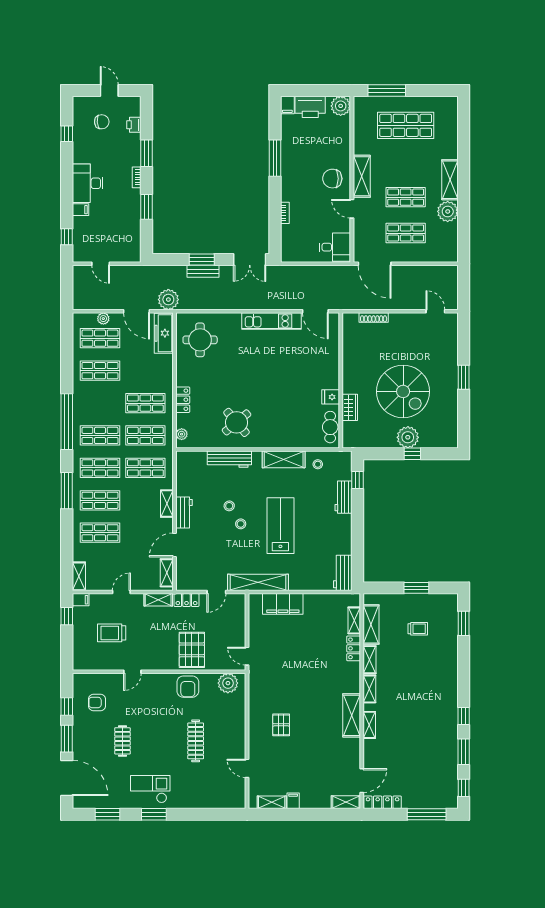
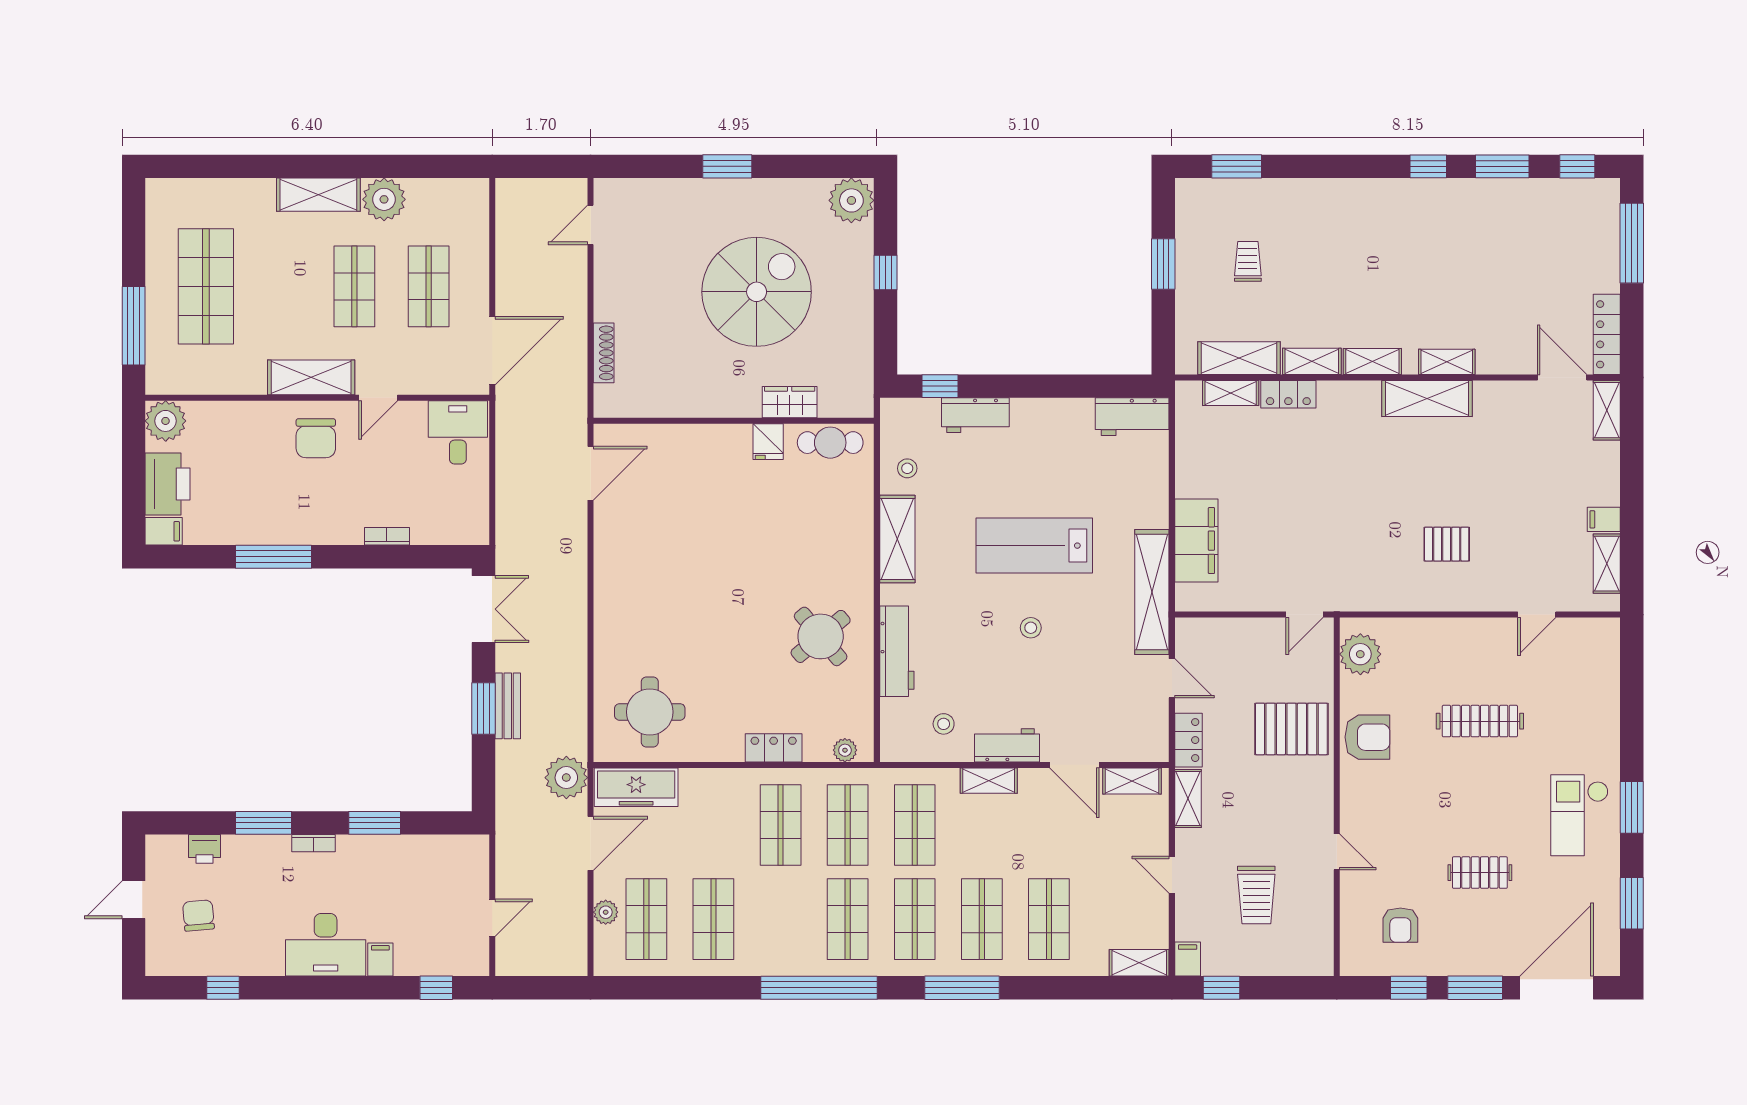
kitchen unit: (272, 321) -> (611, 564), removed
plant: (408, 437) -> (851, 200), moved
stool: (229, 506) -> (944, 724), moved

